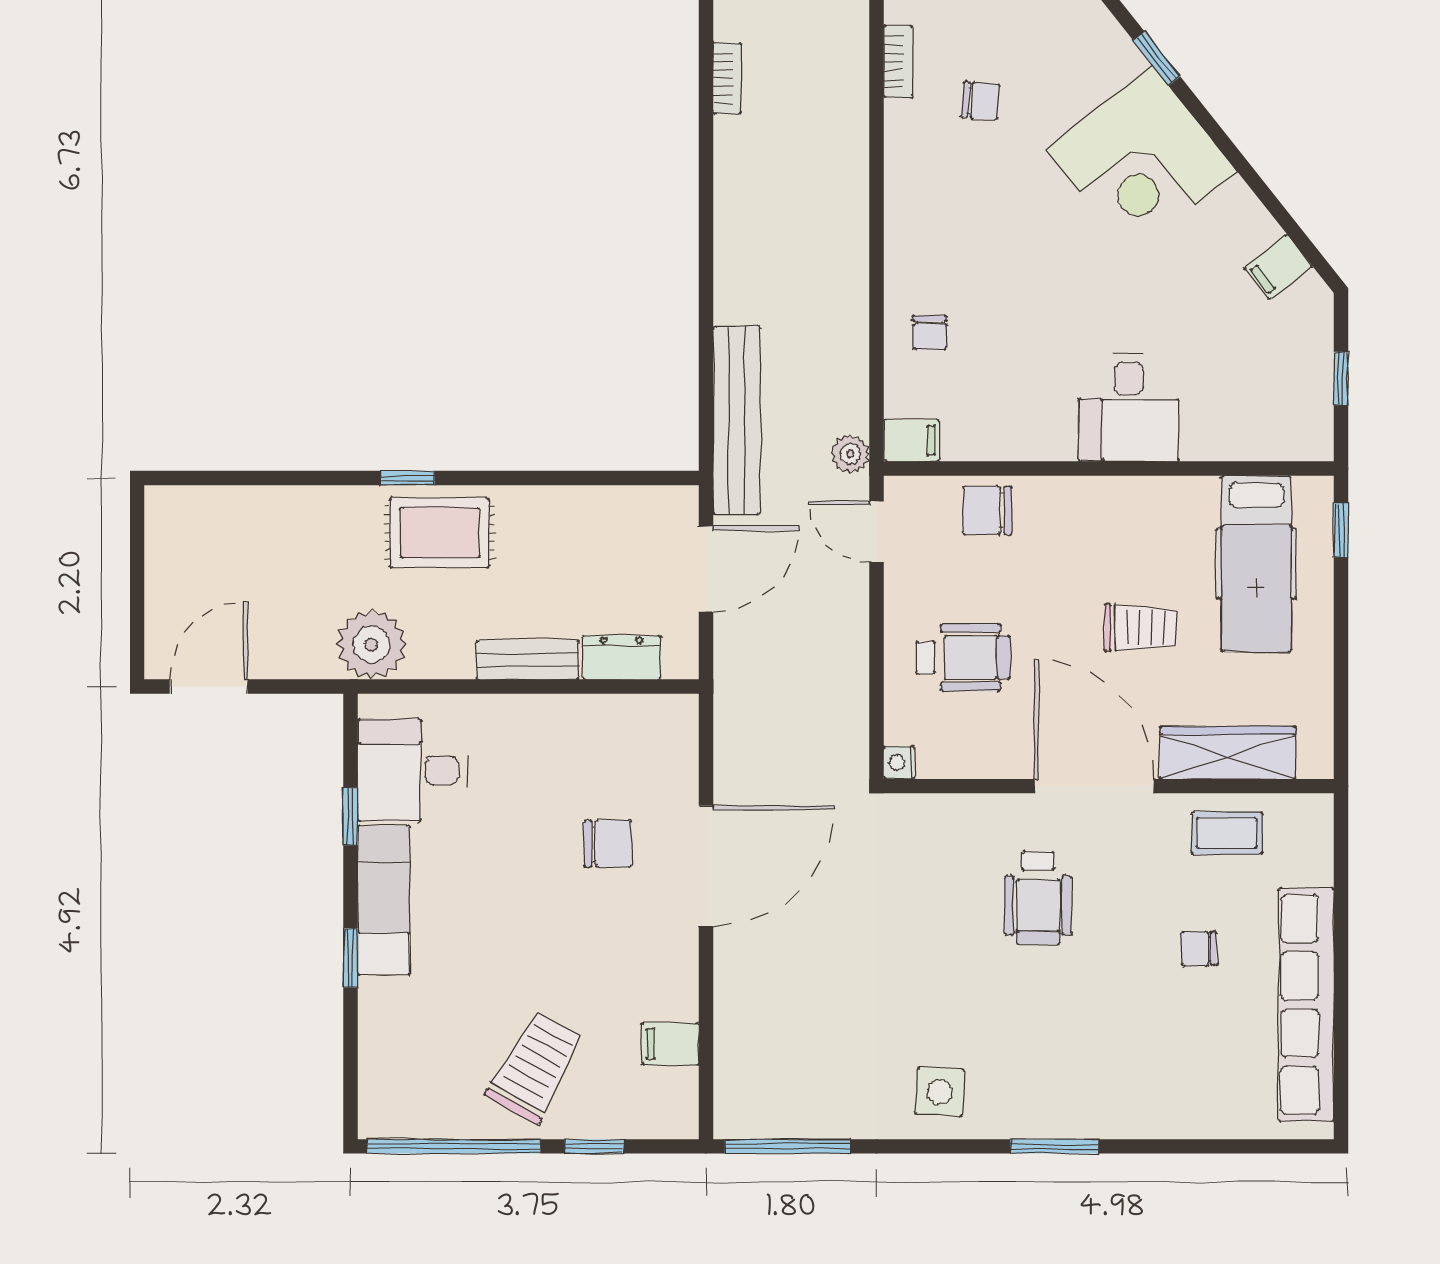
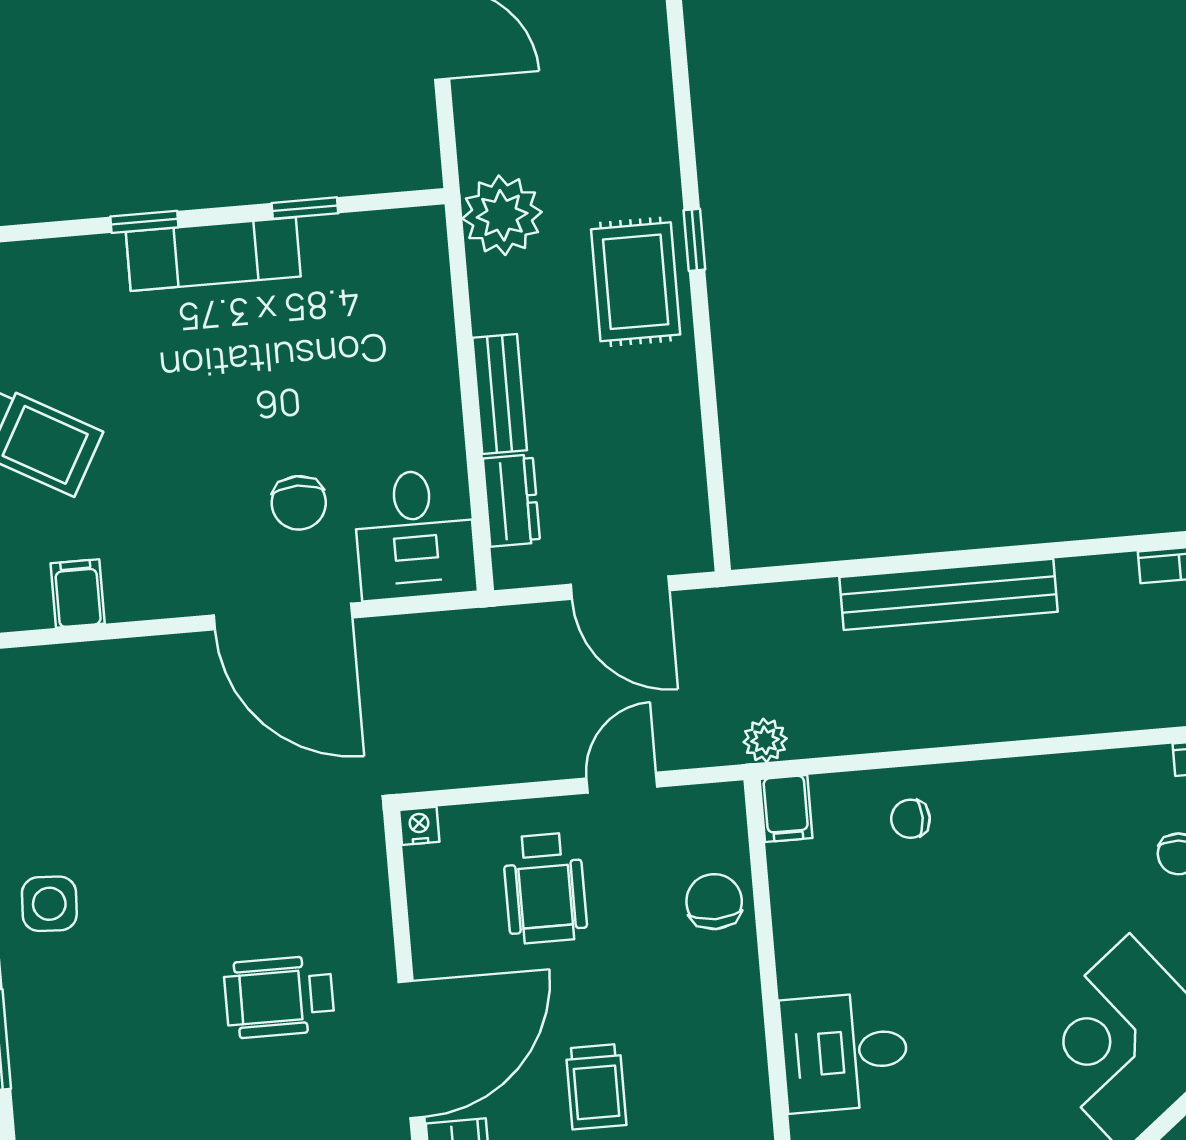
bench: (736, 420) -> (948, 594), moved
door: (877, 532) -> (622, 783), moved
desk: (412, 770) -> (415, 534), moved, turned 180

